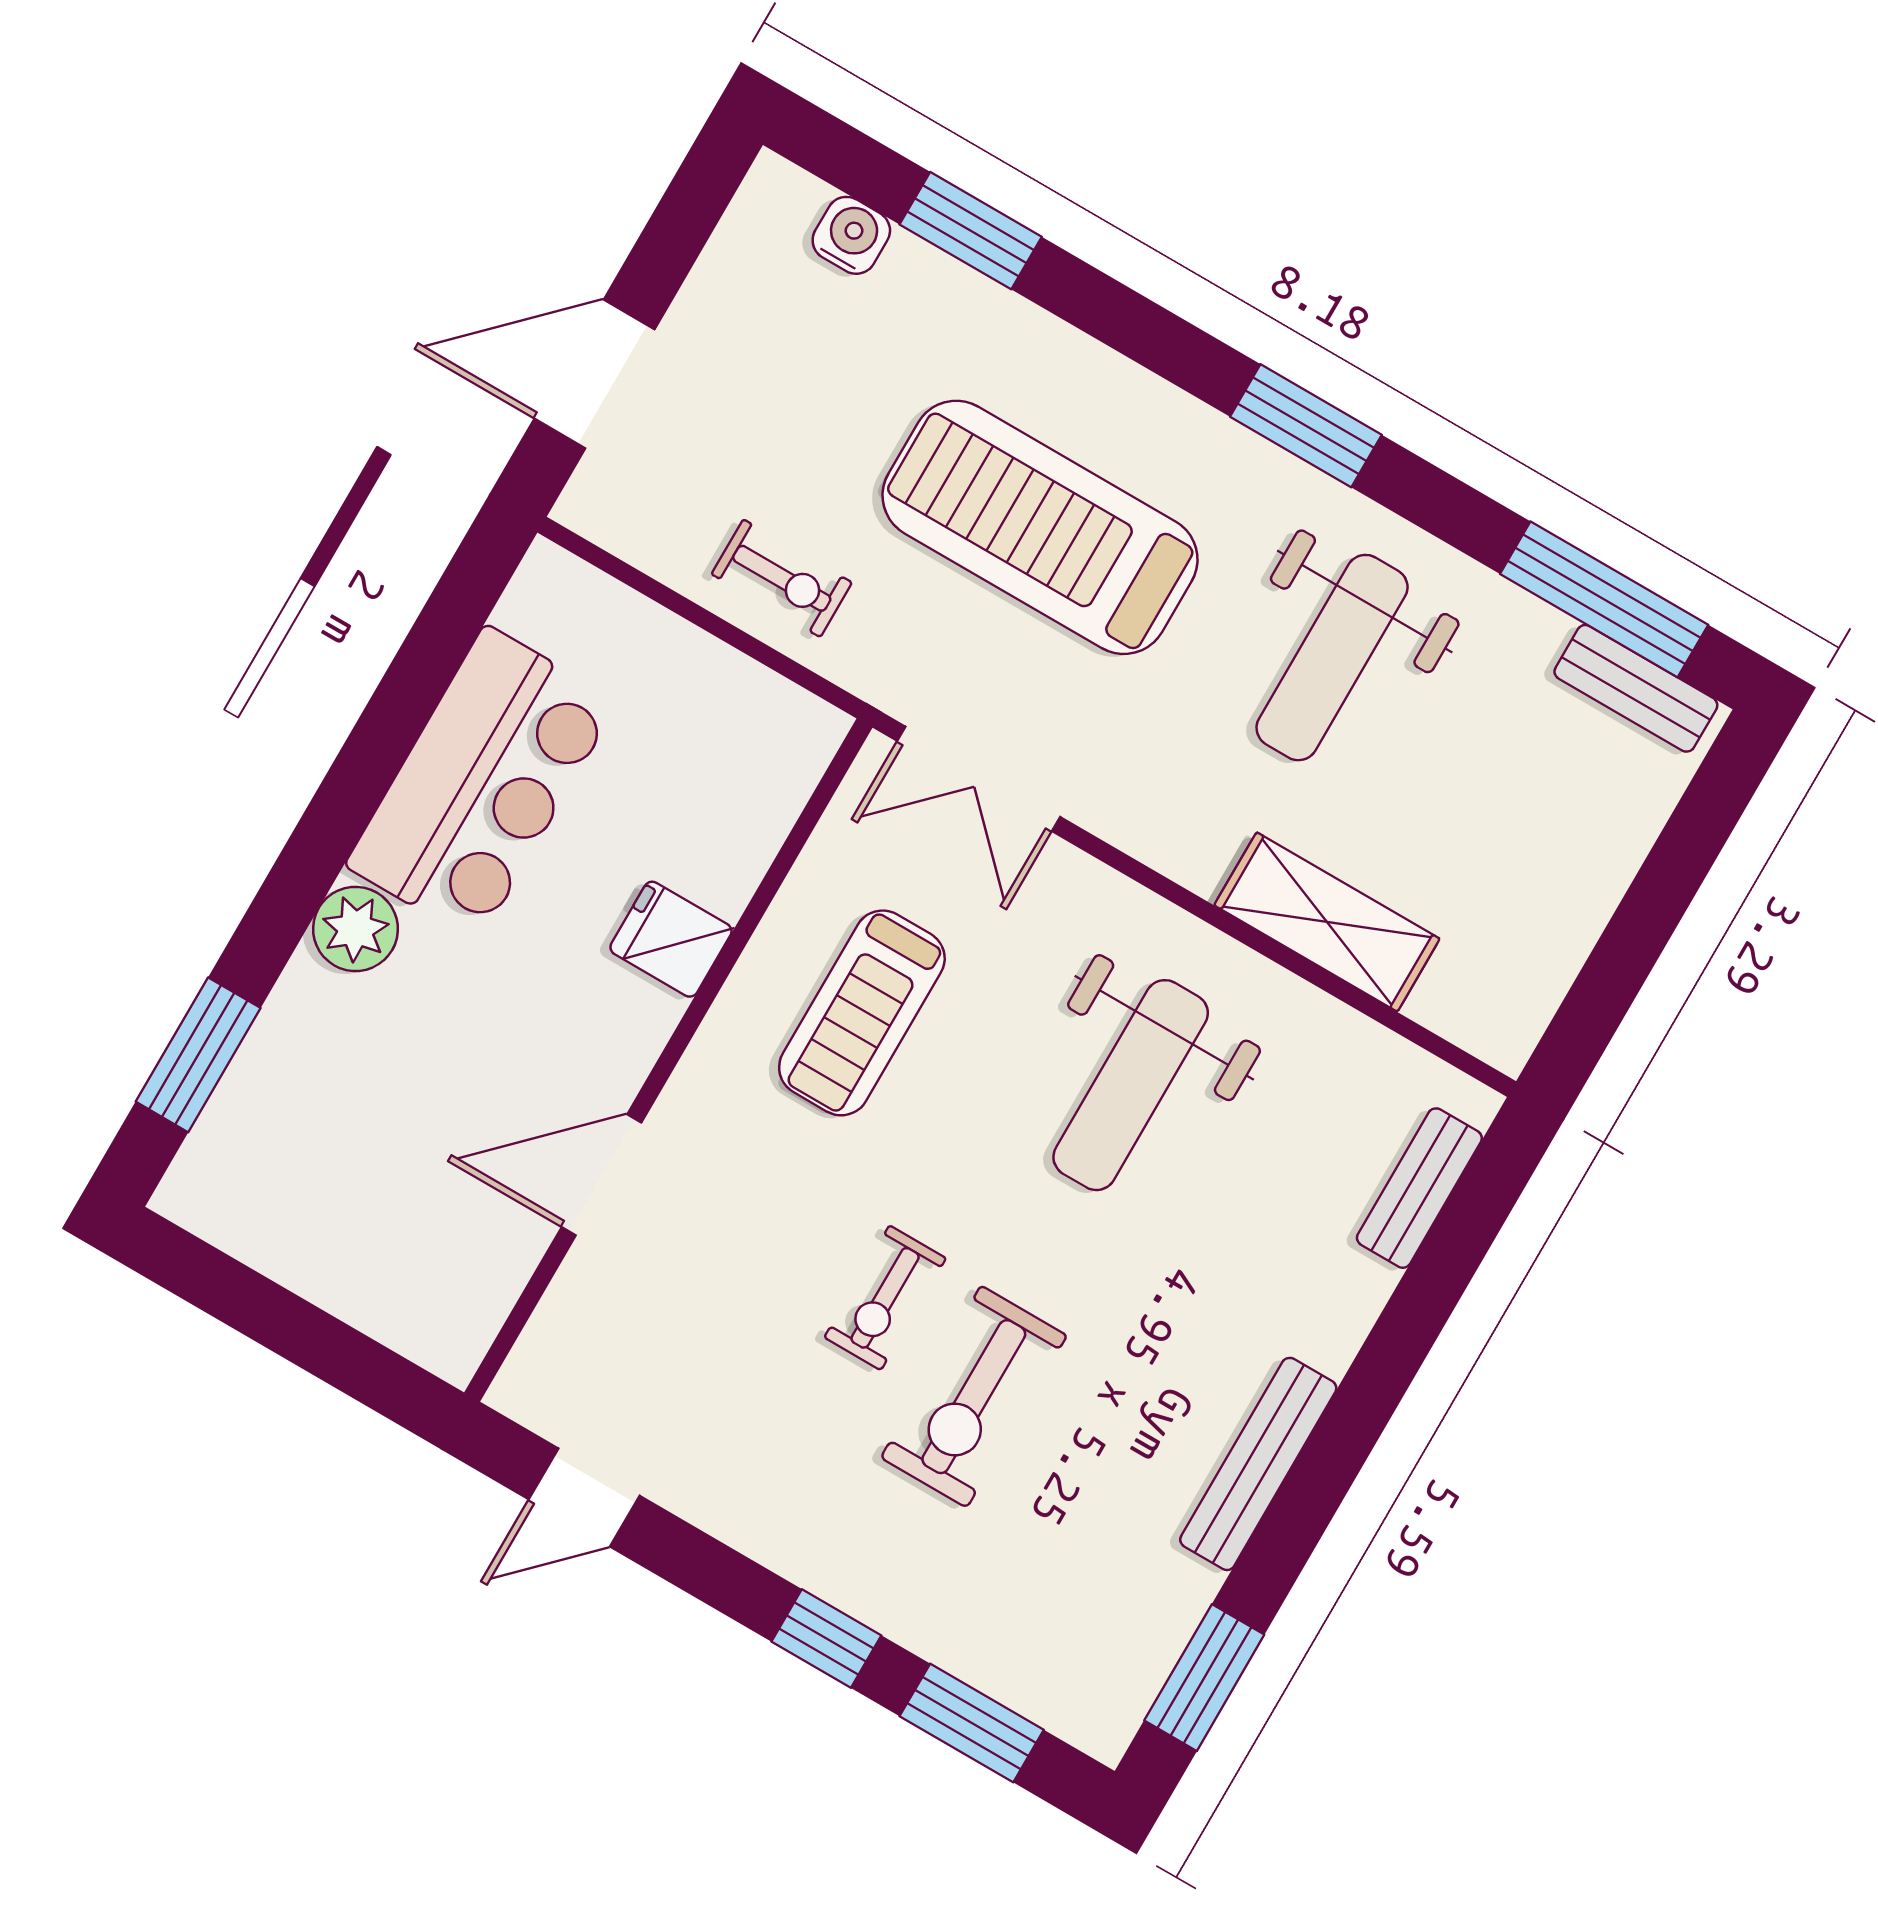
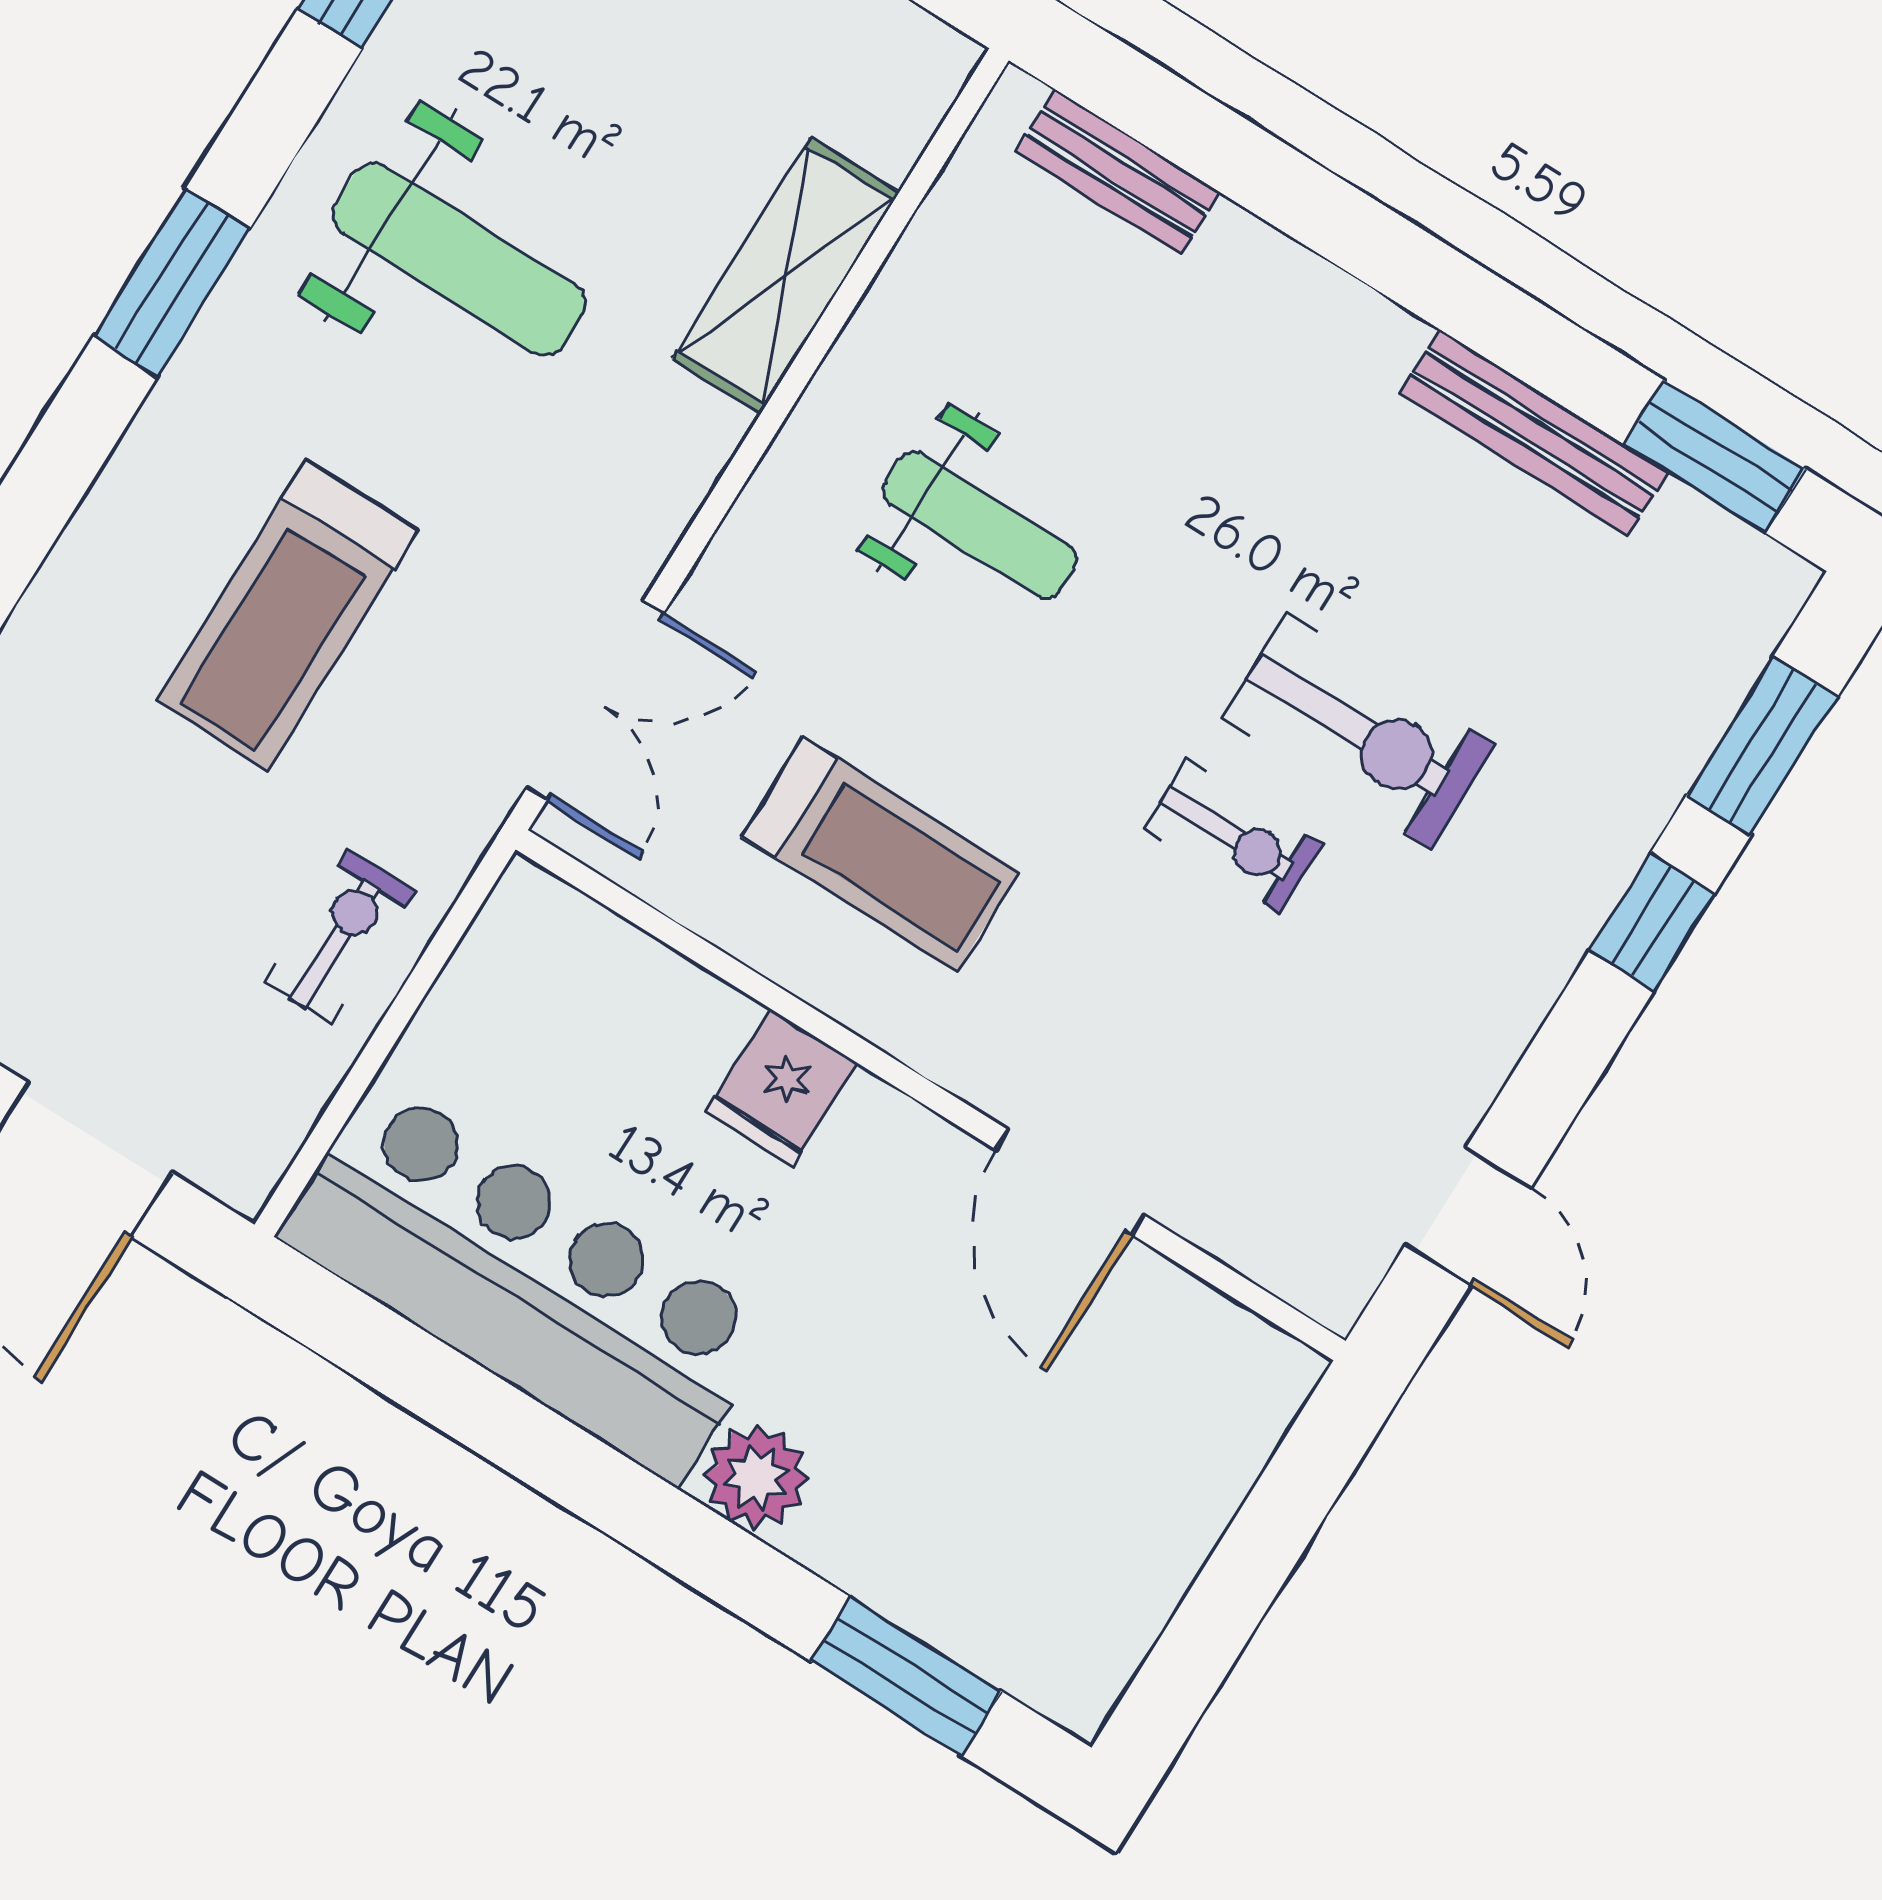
treadmill: (1040, 527) -> (287, 615), width x0.73, depth x0.73
bar counter: (482, 784) -> (528, 1282), width x1.36
weight bench: (1131, 1085) -> (980, 525), width x0.73, depth x0.75
bench: (1258, 1464) -> (1534, 432), moved

